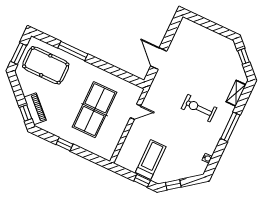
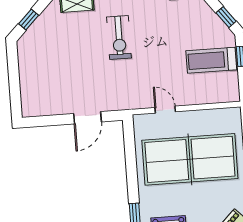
table tennis table: (94, 110) -> (190, 159), width x1.36, depth x1.32

